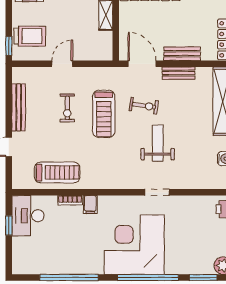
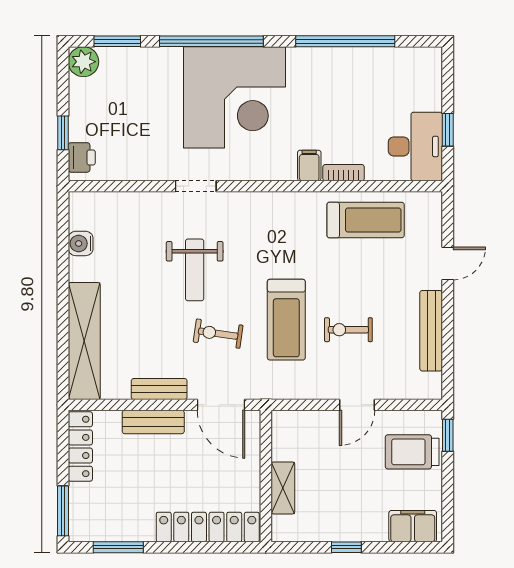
exercise bike: (67, 108) -> (348, 330), turned -90
treadmill: (104, 114) -> (286, 320), turned 180
treadmill: (57, 172) -> (366, 220), turned 180

